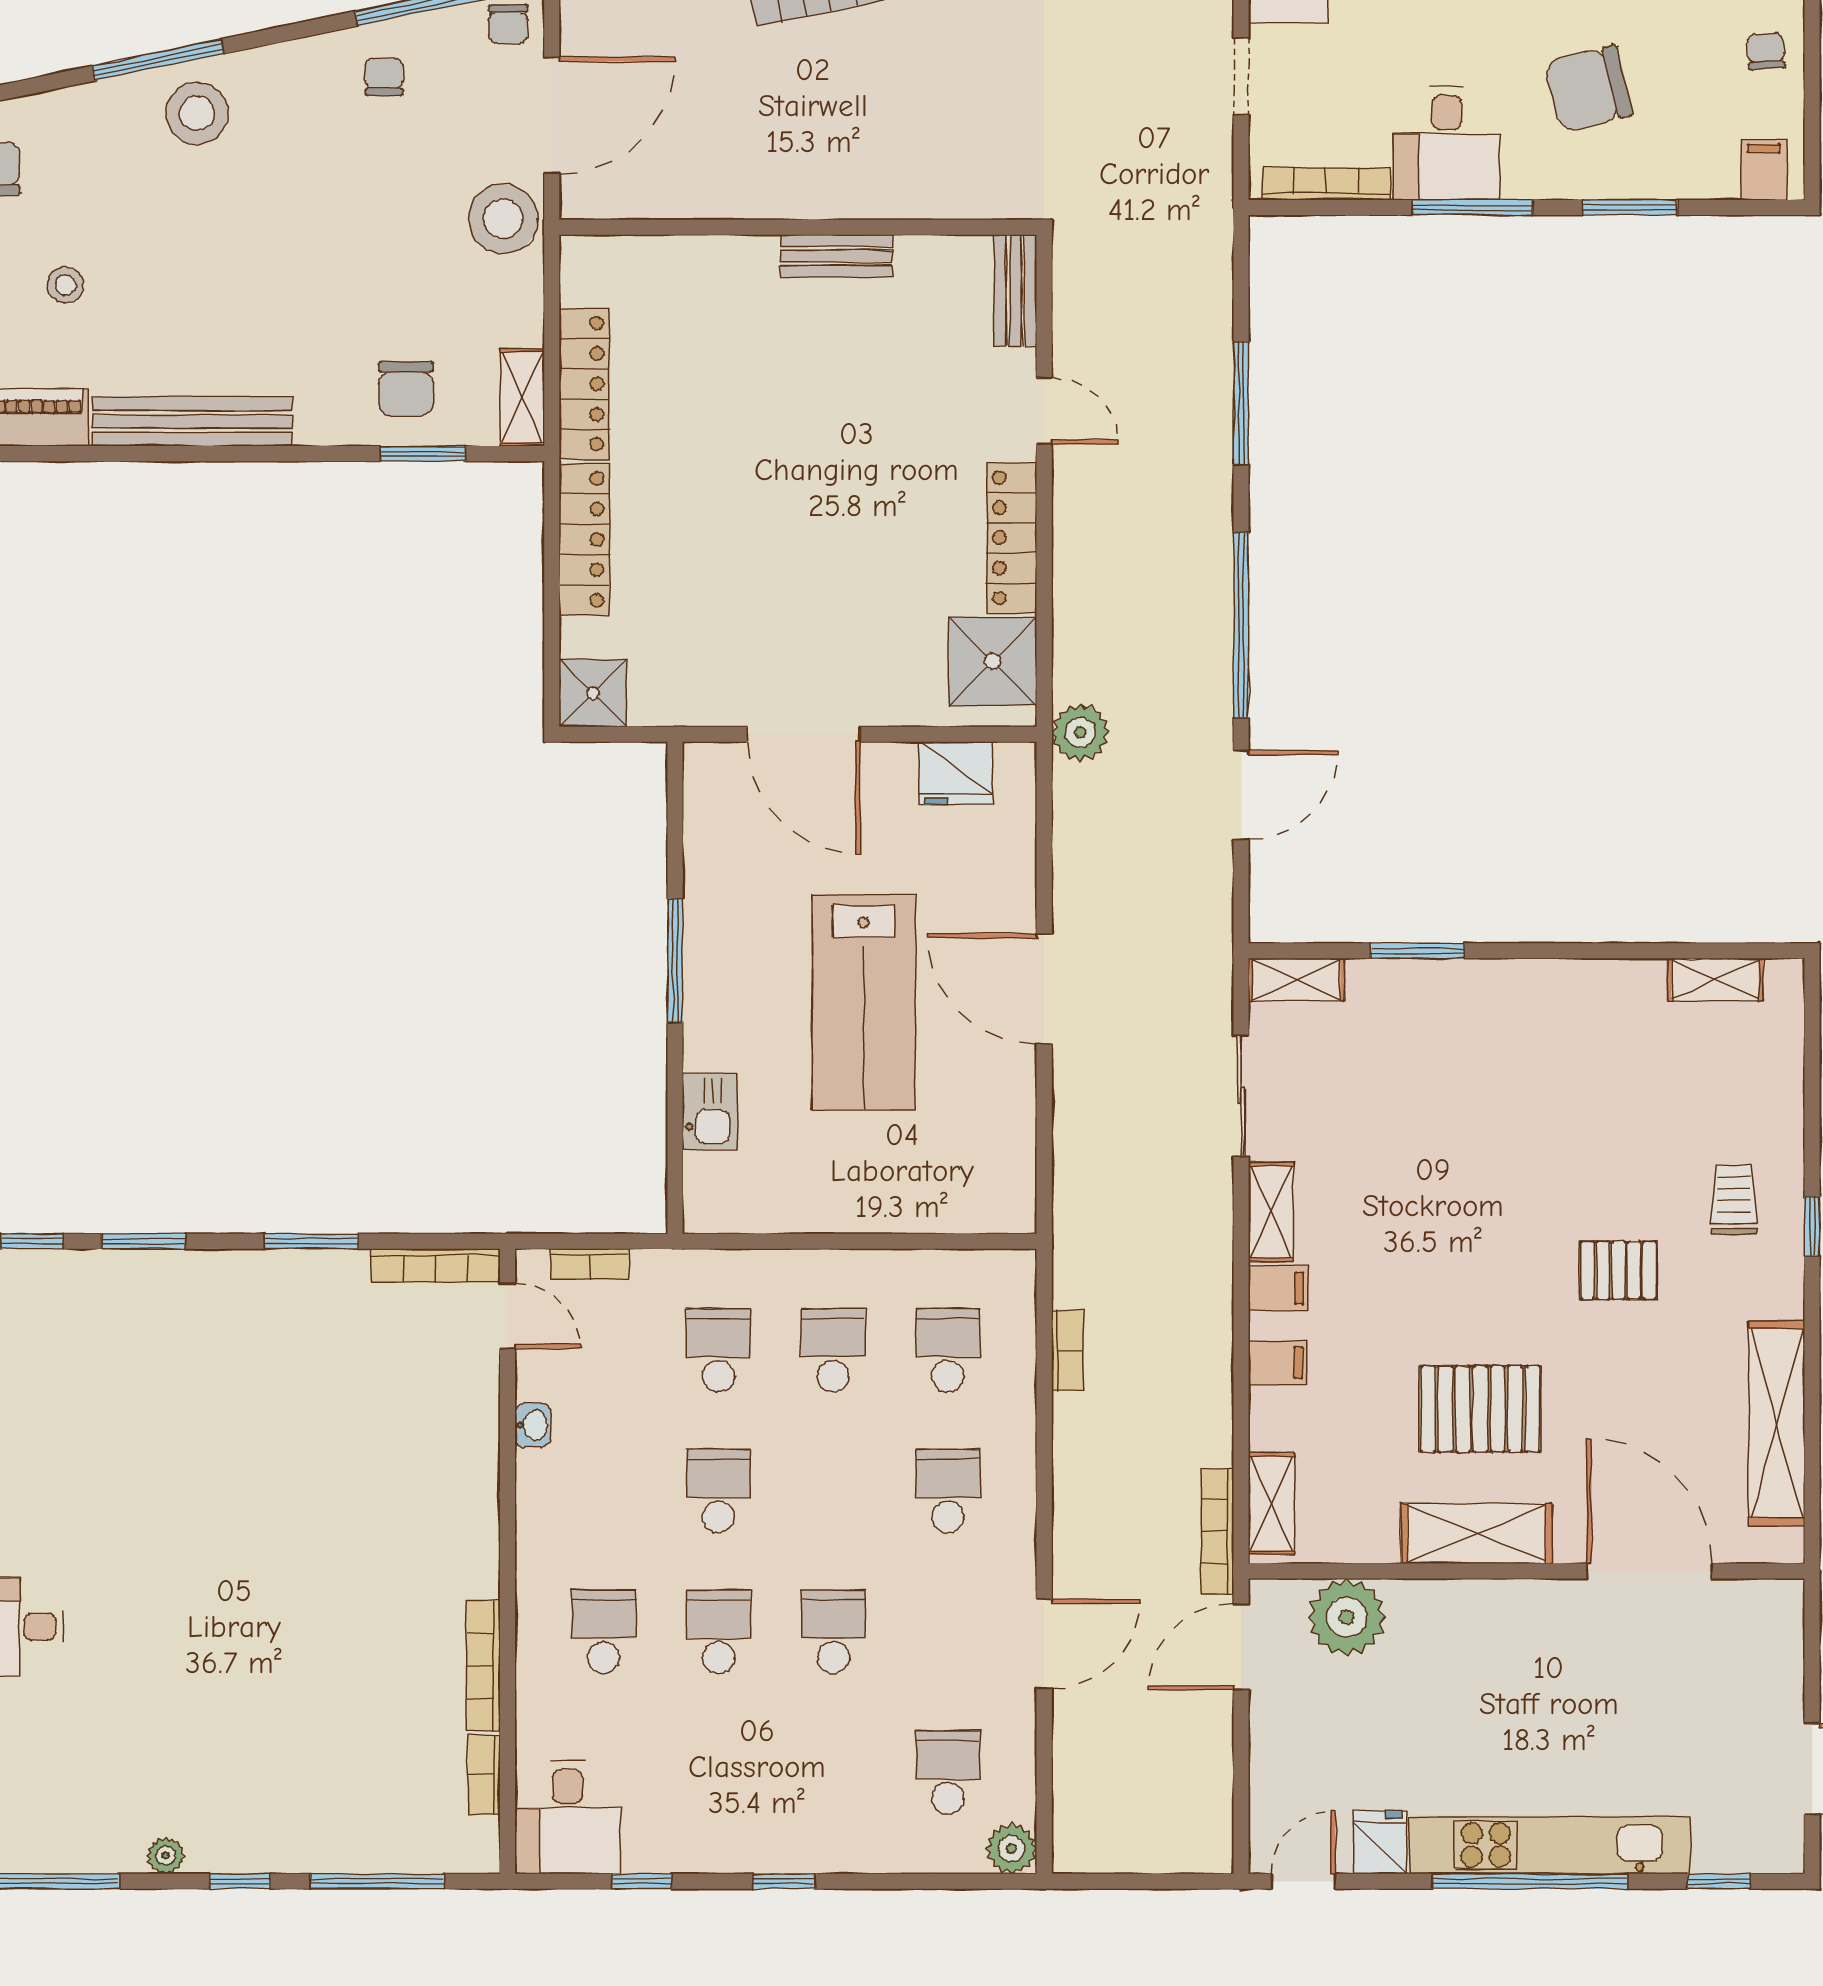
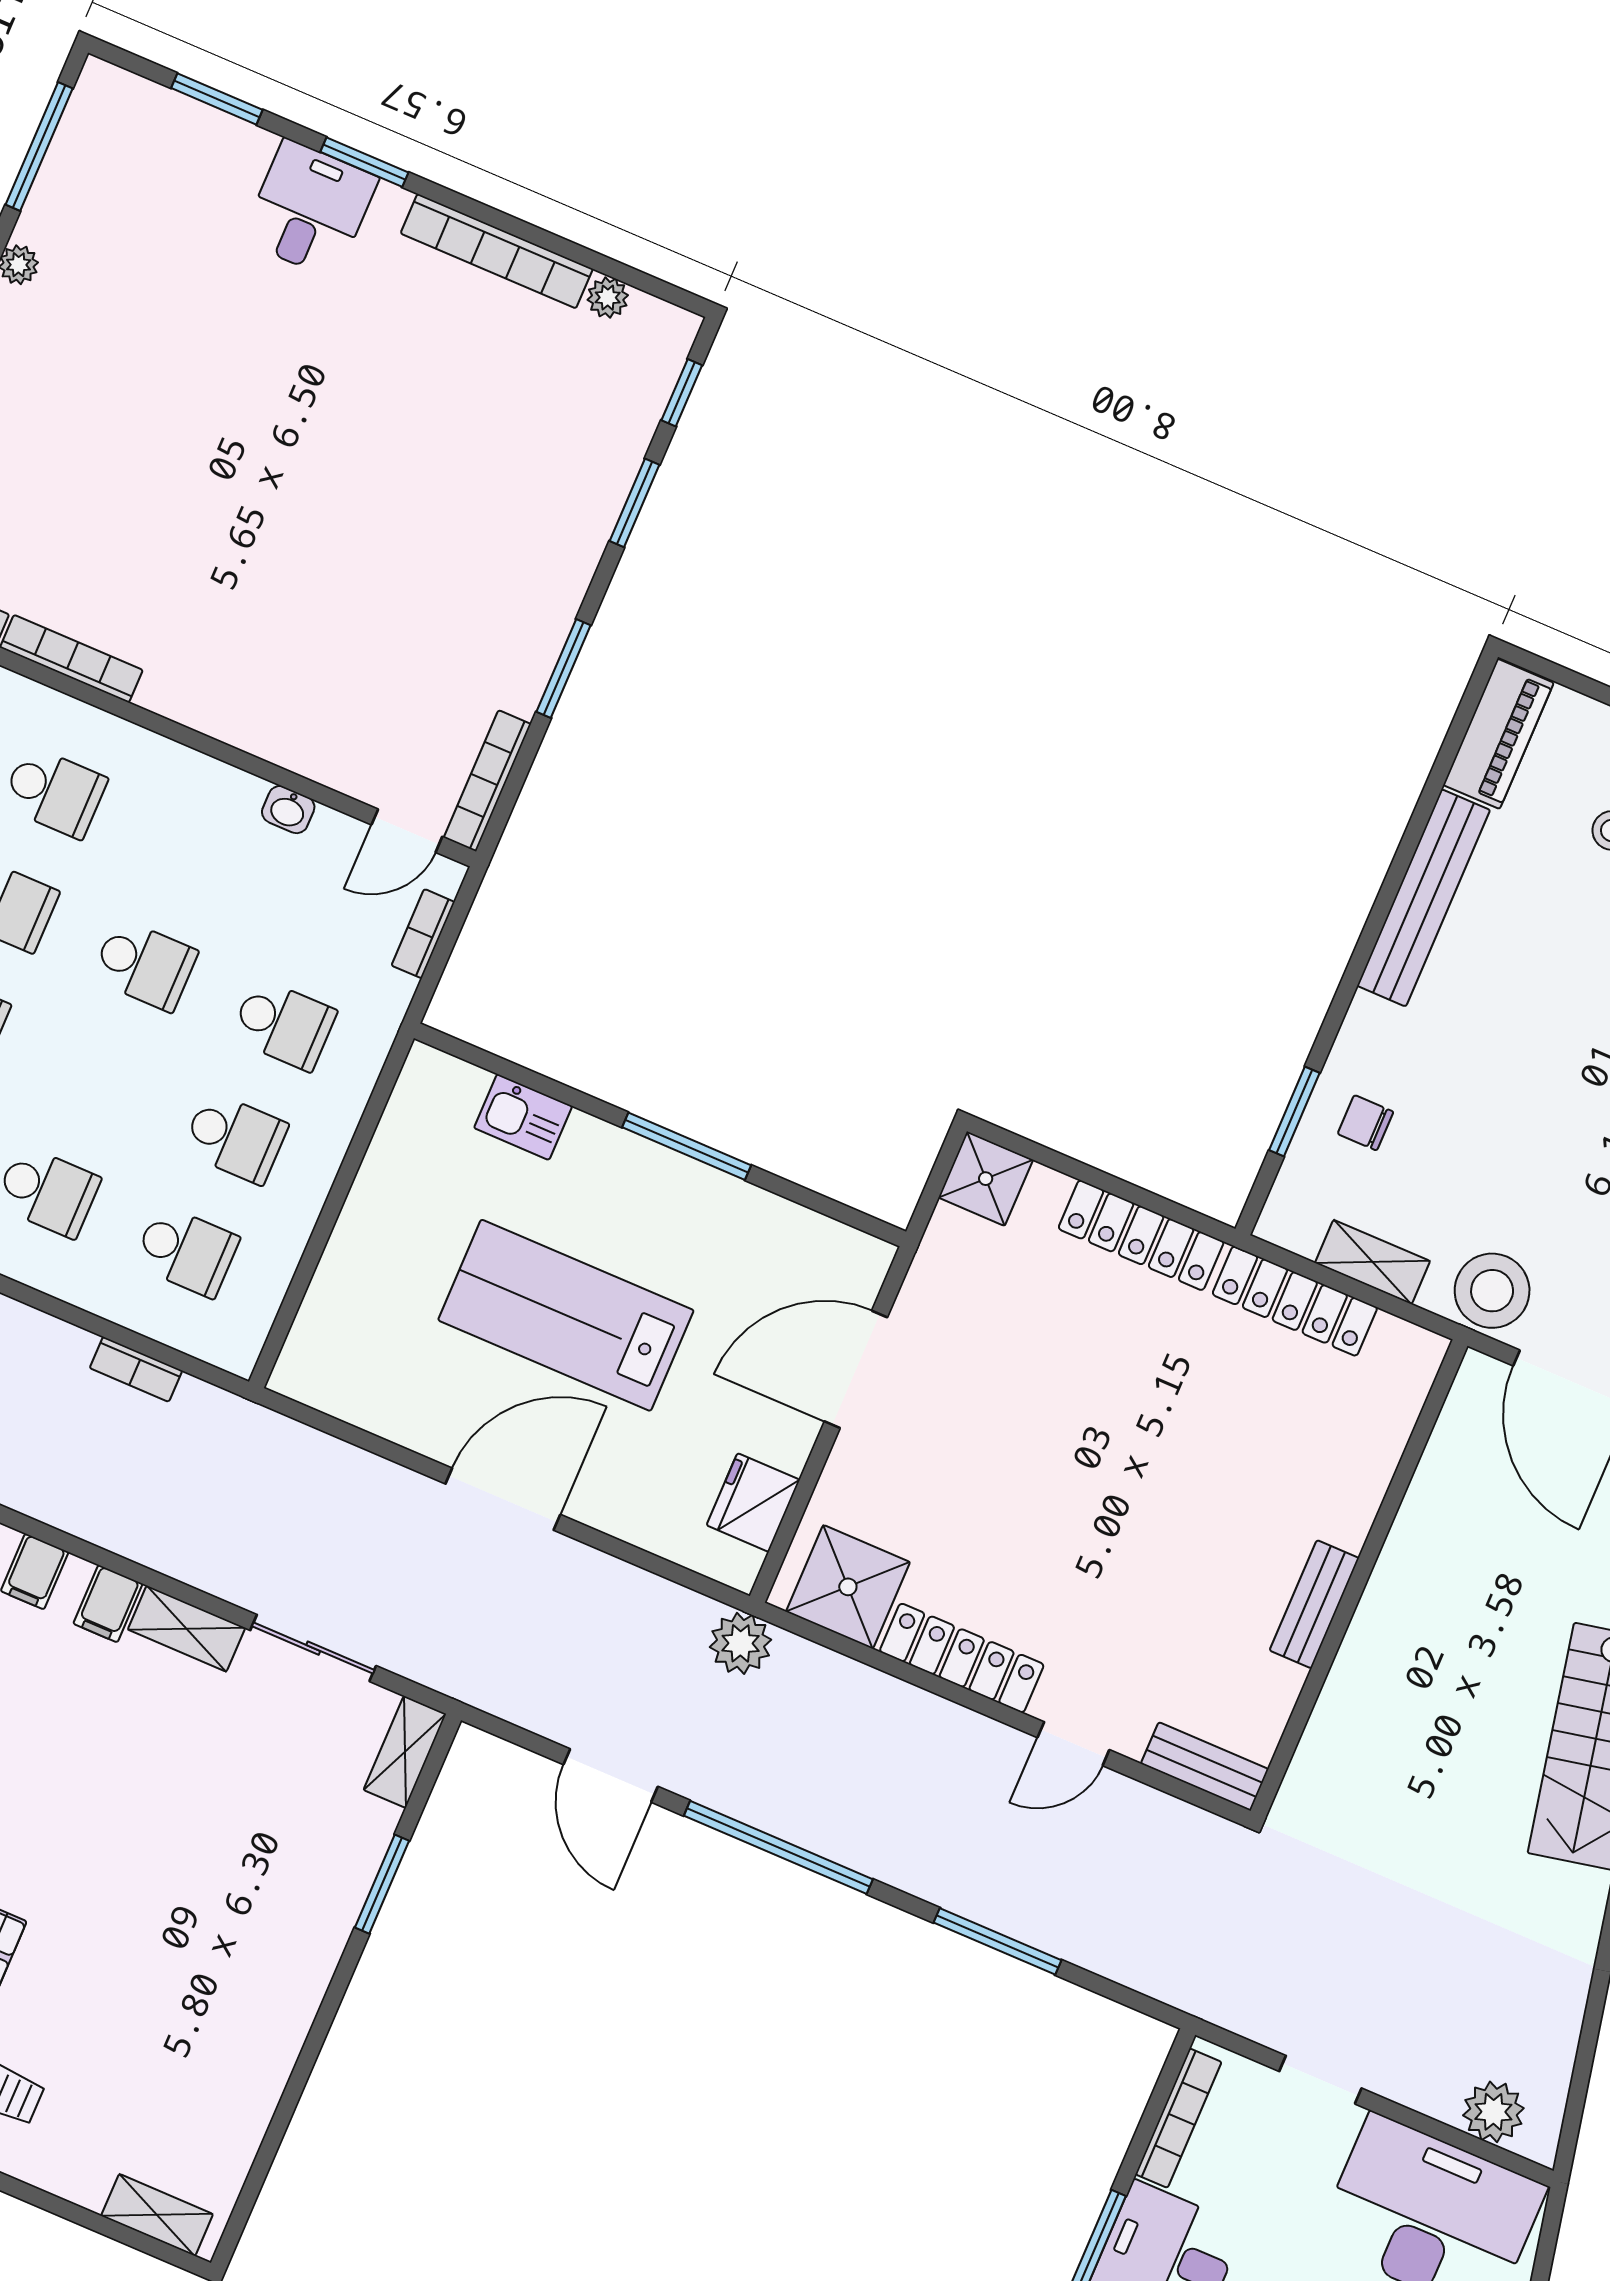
chair: (406, 389) -> (1366, 1123), width x0.73, depth x0.73
shelving: (522, 397) -> (1373, 1262), moved
shelving: (1715, 980) -> (157, 2215), moved, turned 90

